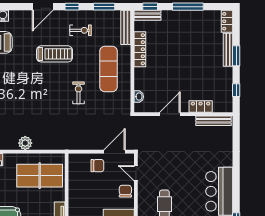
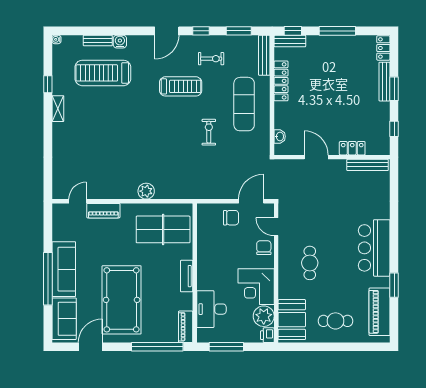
door: (170, 114) -> (316, 157), hinge flipped

